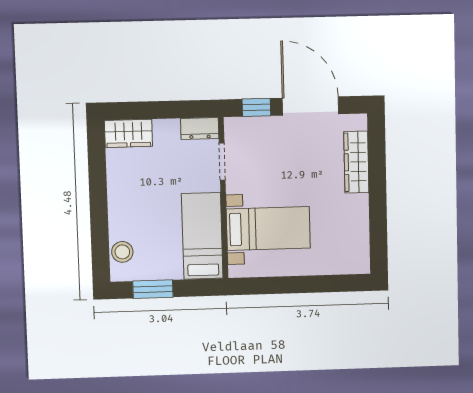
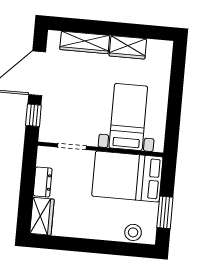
dresser: (200, 128) -> (43, 182), moved
wardrobe: (356, 217) -> (128, 47), added
bed: (202, 236) -> (127, 177), width x1.50

